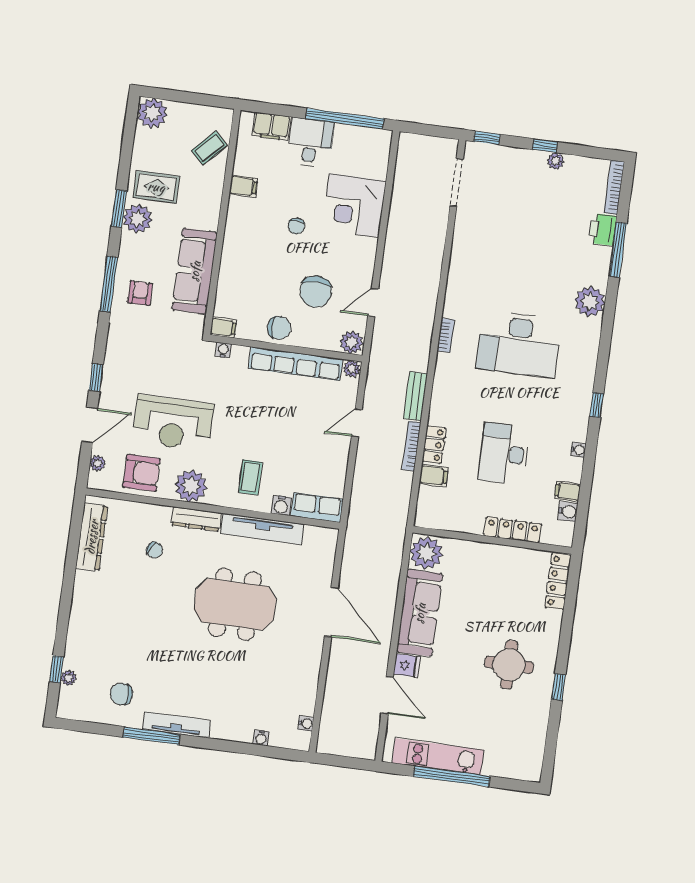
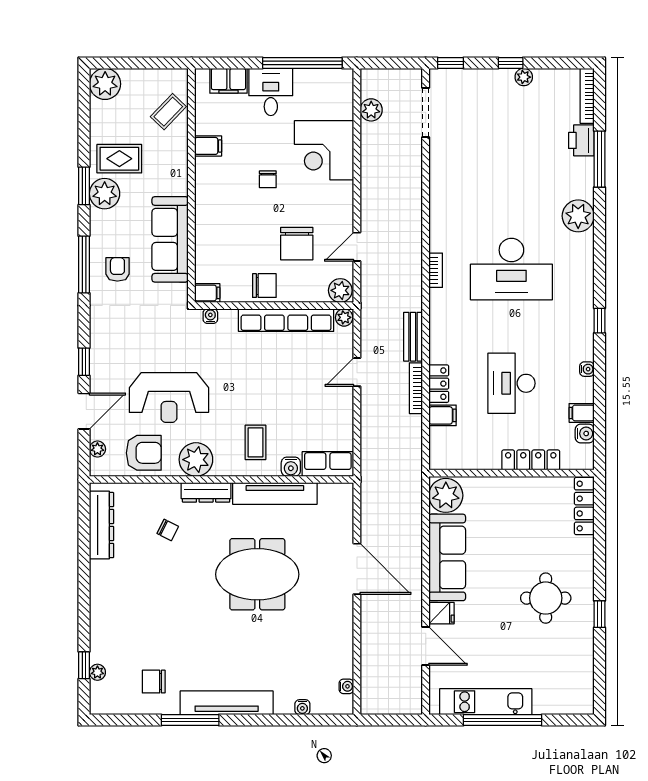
plant: (405, 173) -> (371, 110), added
tv unit: (177, 725) -> (227, 703), width x1.36, depth x1.29

